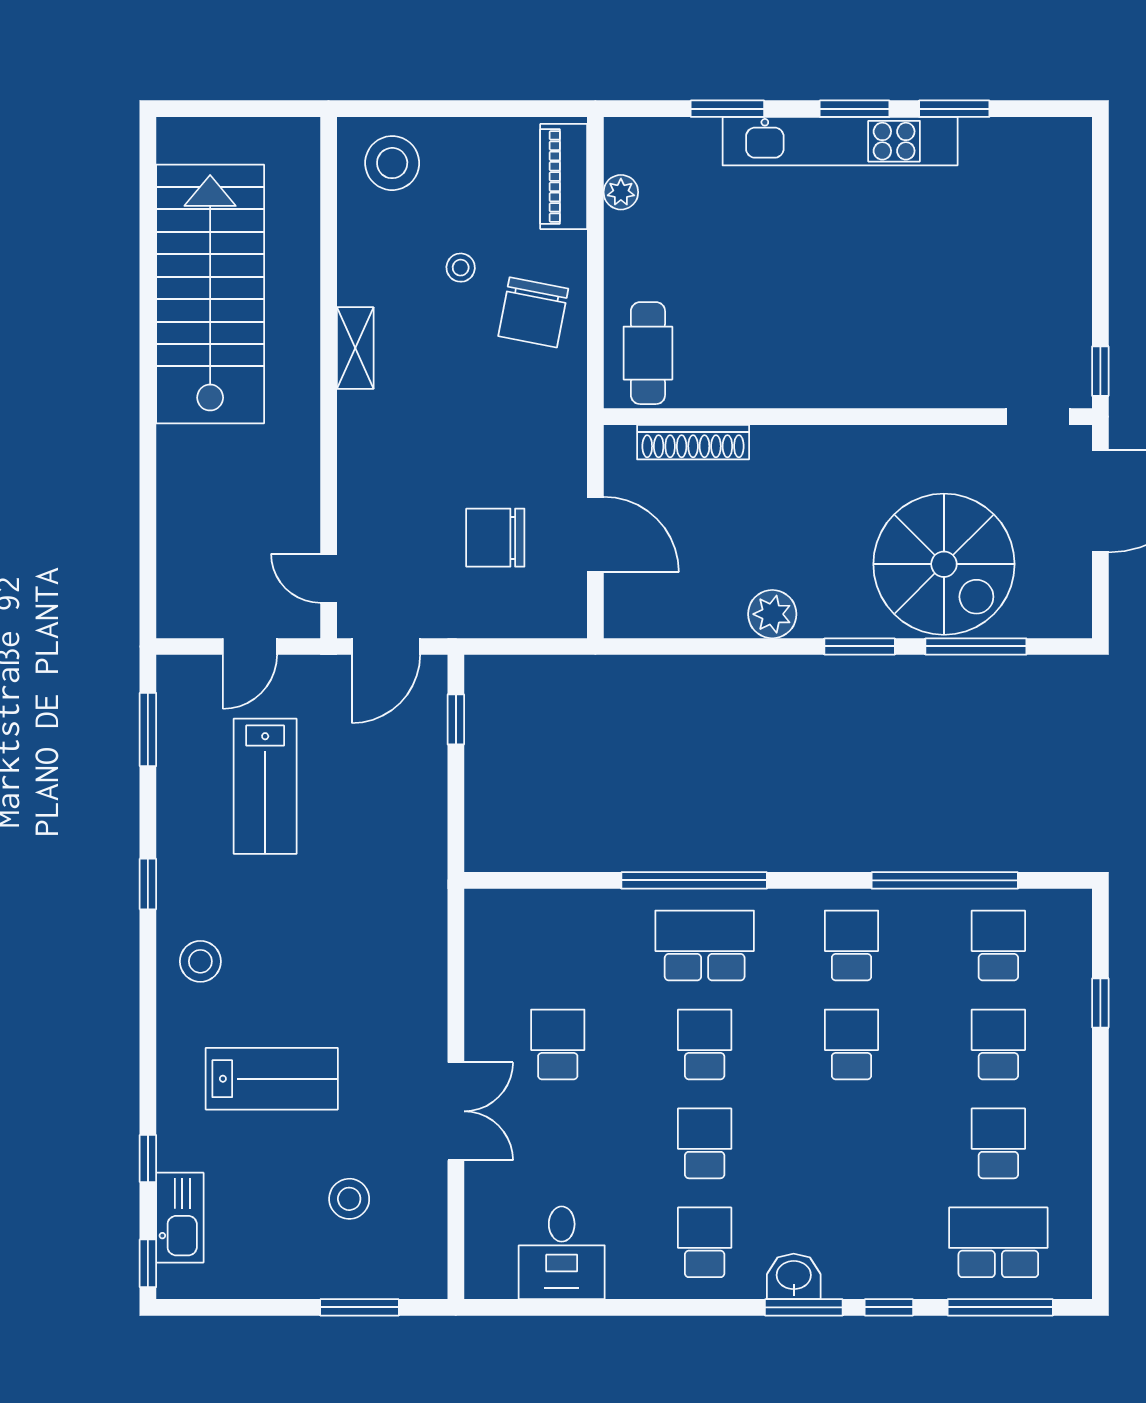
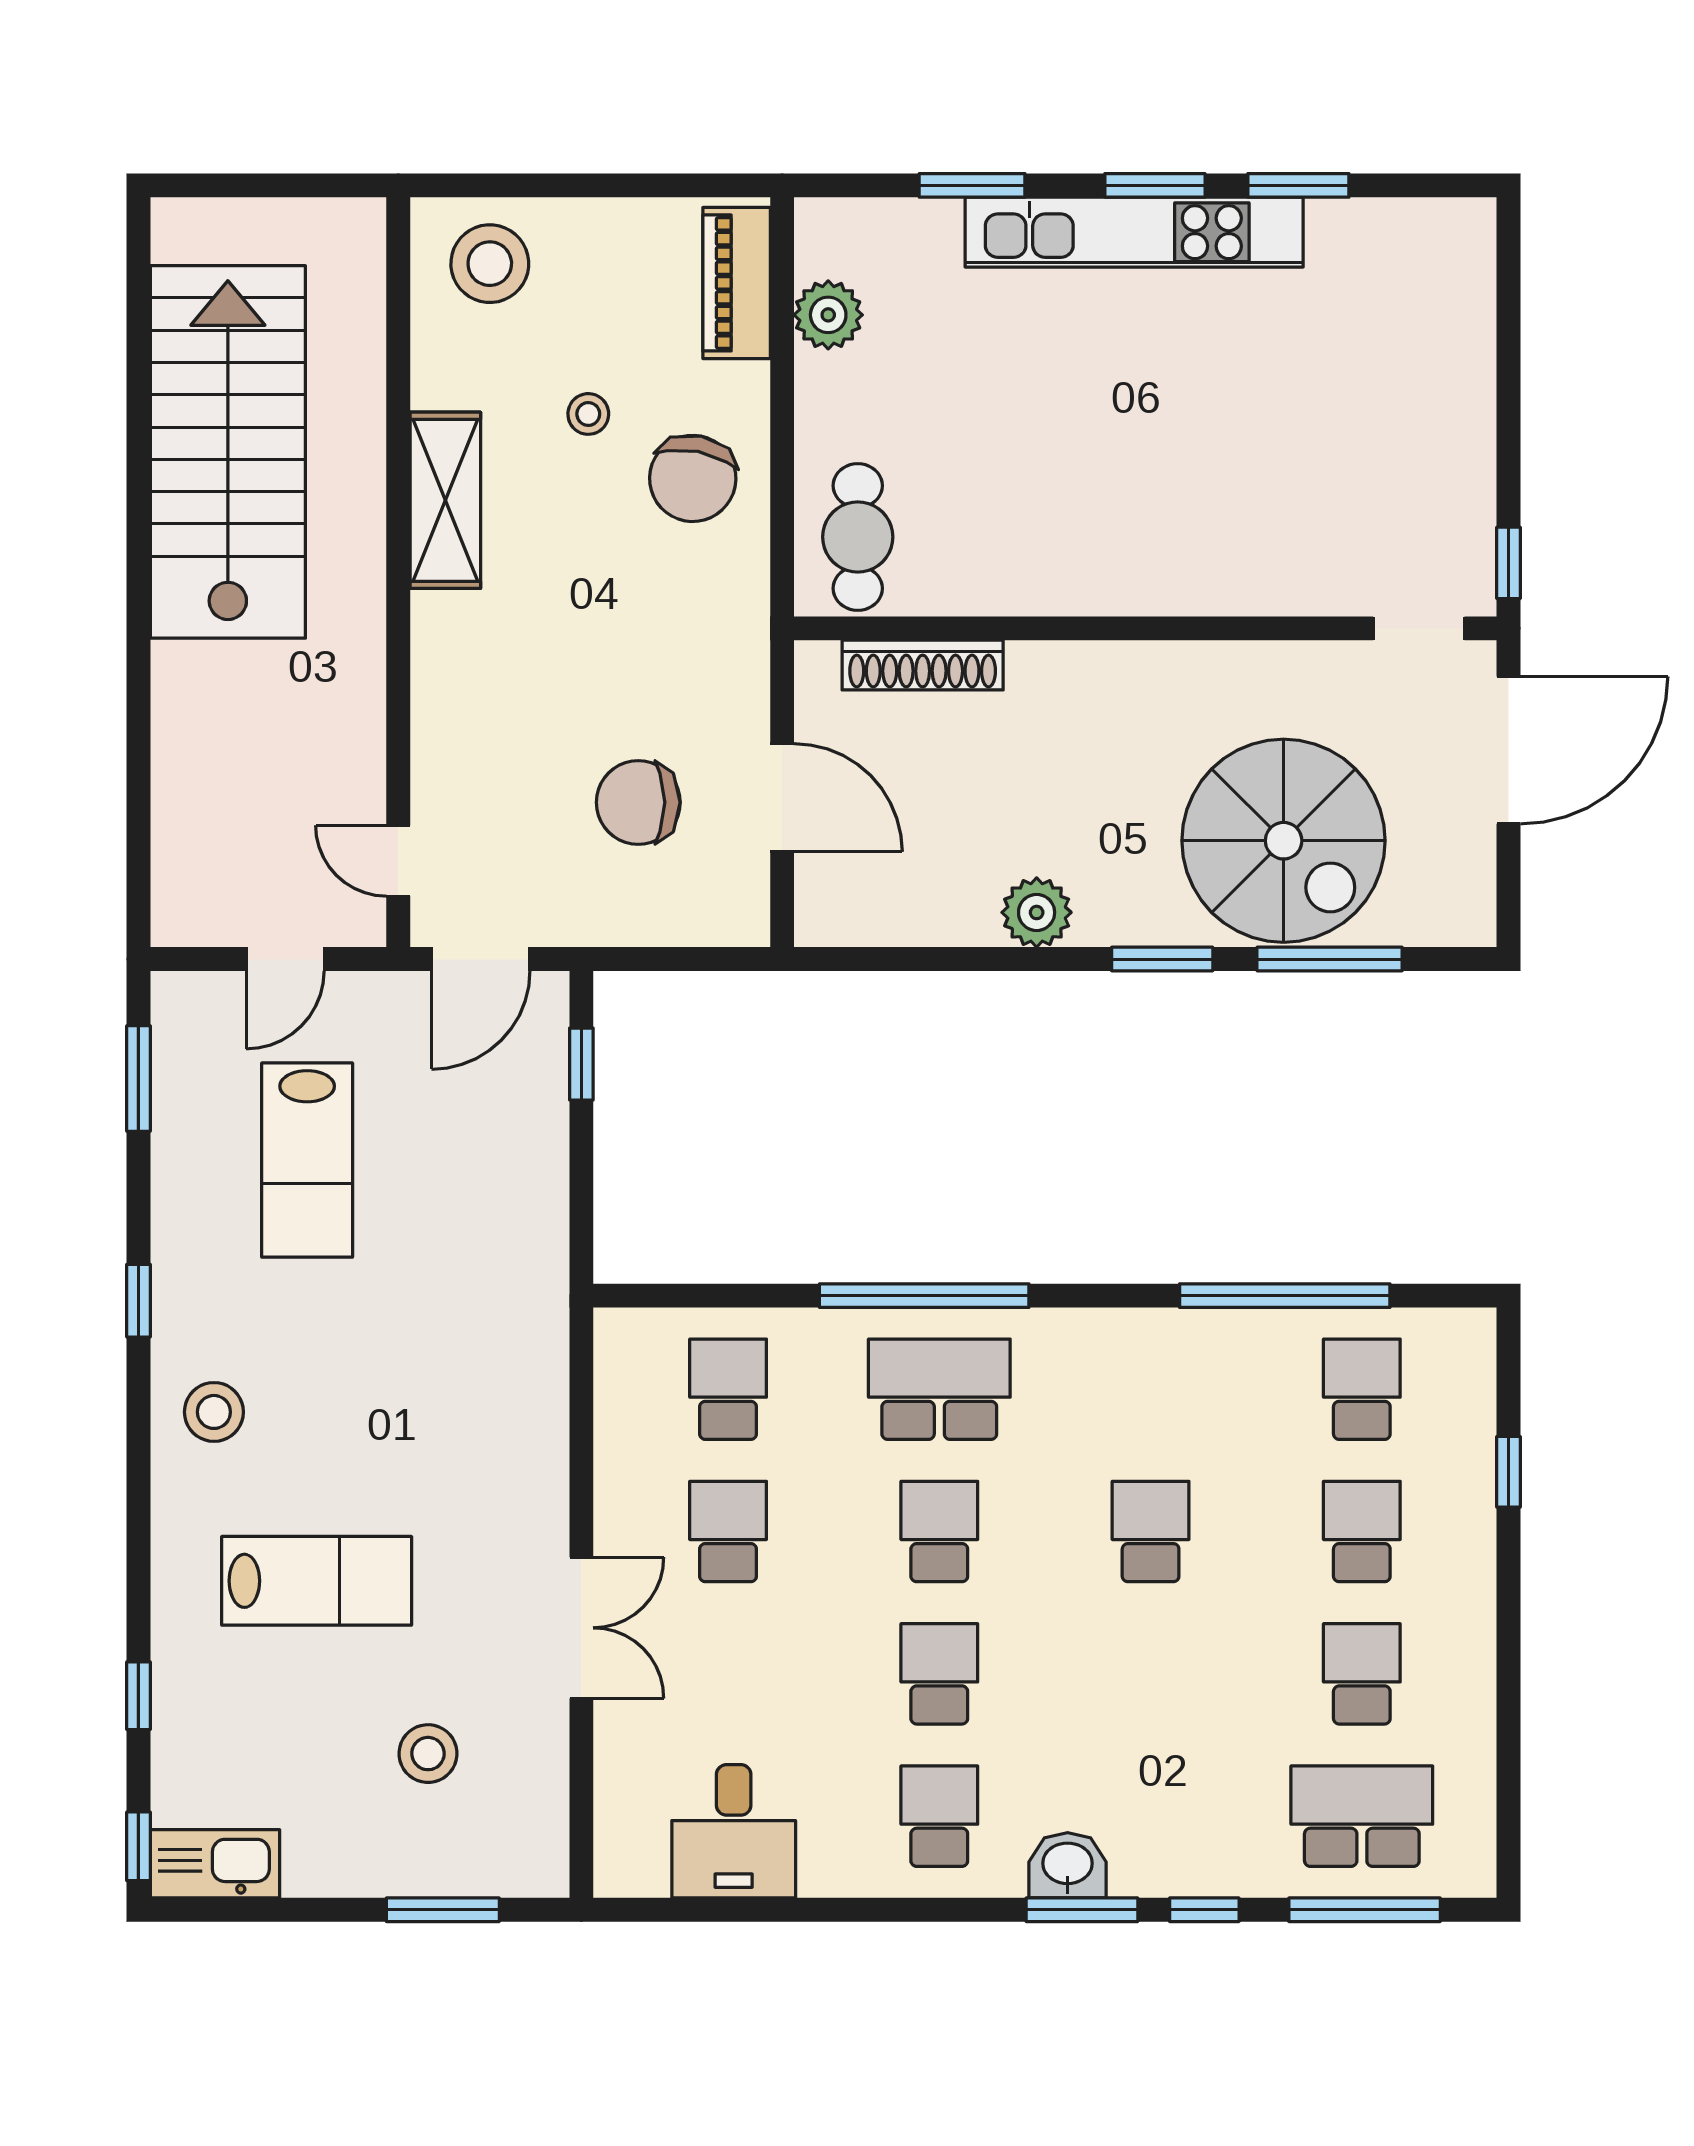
plant: (621, 192) -> (828, 315), width x1.38, depth x1.38
shelving: (355, 348) -> (445, 500), width x1.50, depth x1.33
school desk: (851, 946) -> (728, 1389), moved
kitchen sink: (180, 1218) -> (215, 1864), moved, turned -90

